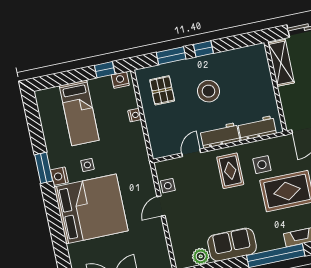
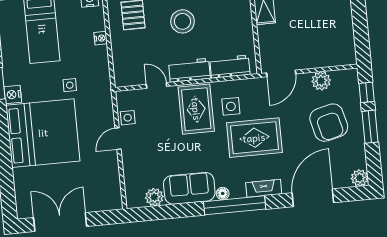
door: (191, 153) -> (157, 85), hinge flipped
side table: (87, 165) -> (70, 85), moved
rug: (230, 171) -> (196, 109), width x1.36, depth x1.43
floor lamp: (263, 246) -> (223, 193), added

